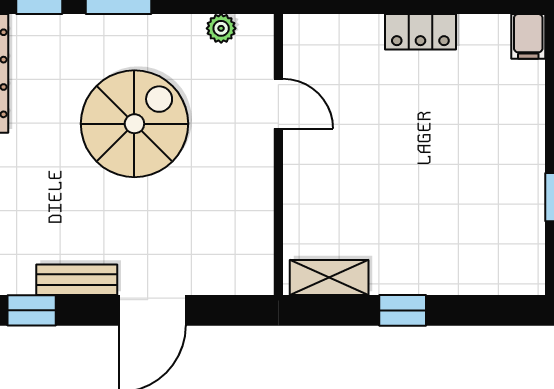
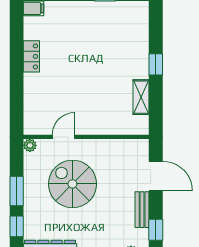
door: (278, 104) -> (64, 137), moved
wall: (278, 154) -> (86, 137), moved

